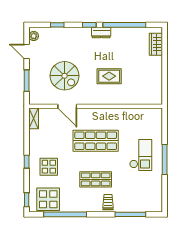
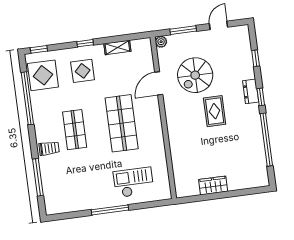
dresser: (101, 33) -> (251, 91), moved
plant: (34, 36) -> (161, 42), moved
wardrobe: (156, 44) -> (213, 185), moved
rug: (109, 76) -> (215, 111), moved
shelving: (34, 118) -> (117, 47), moved
checkout: (141, 155) -> (134, 182), moved, turned 180

